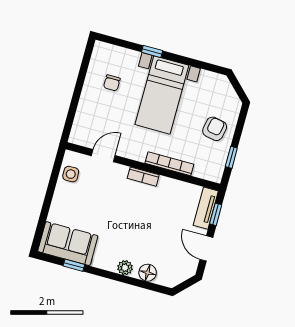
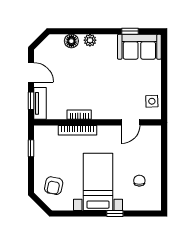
armchair: (215, 129) -> (54, 186), moved
bookcase: (143, 177) -> (79, 115), moved

